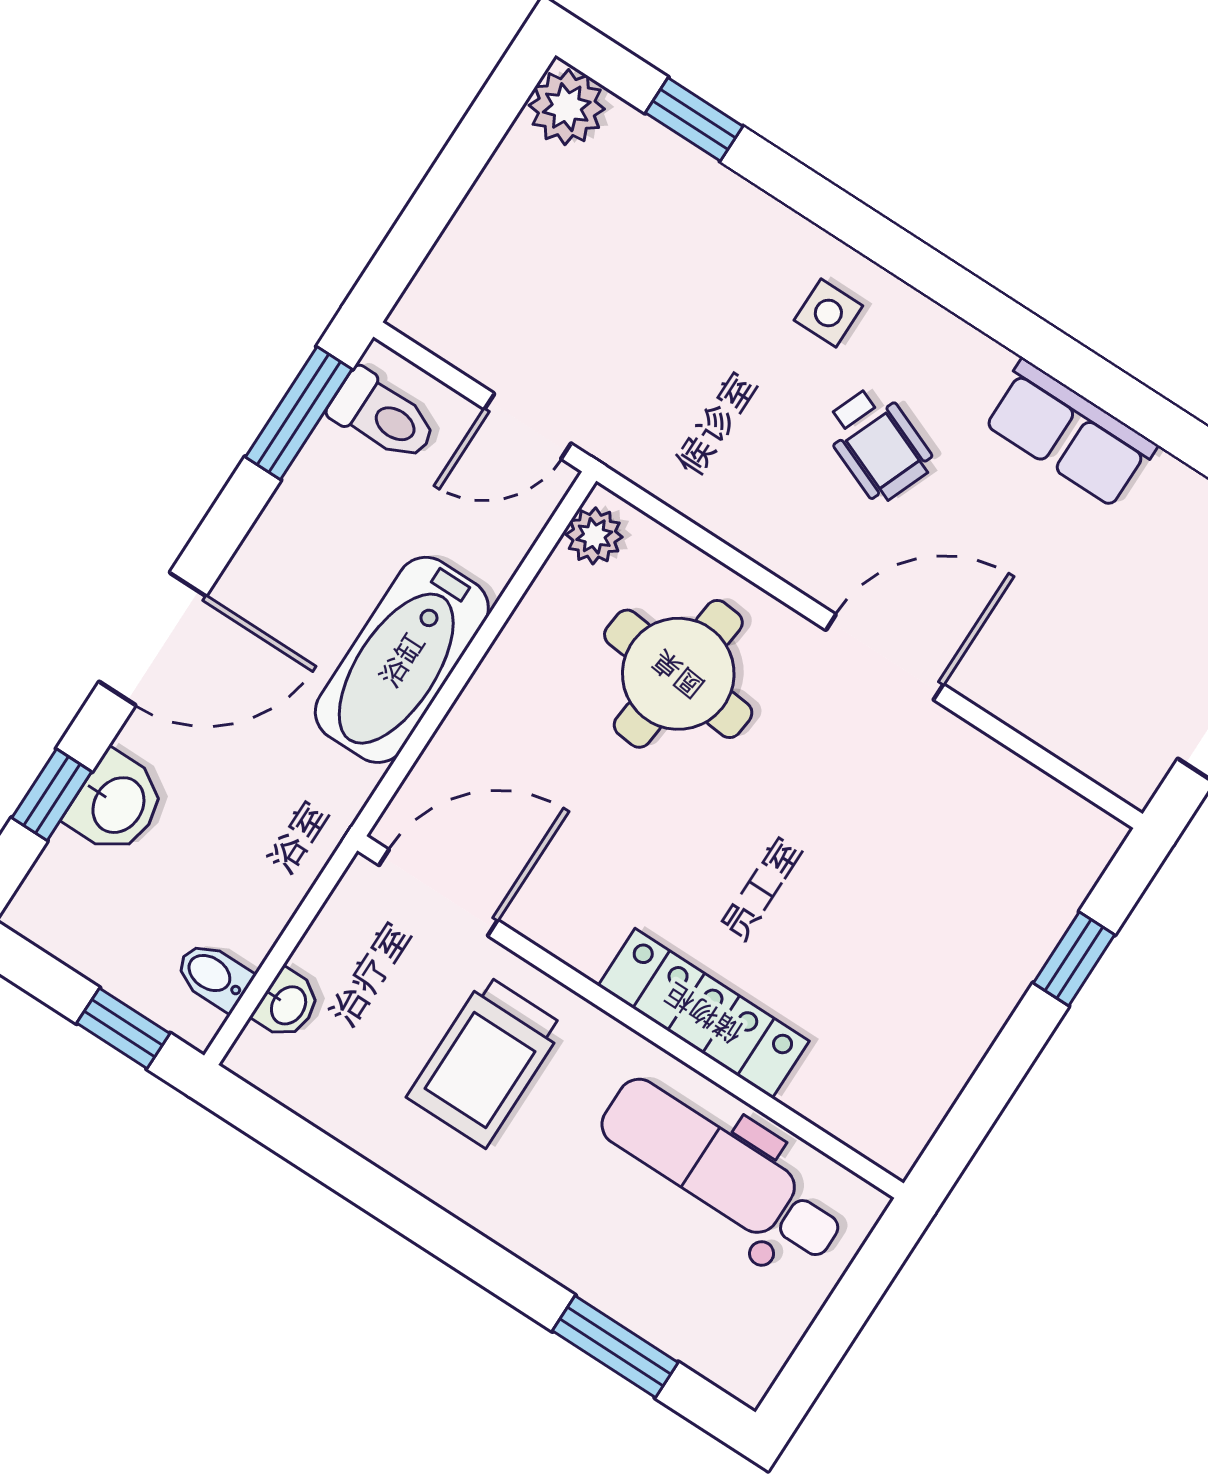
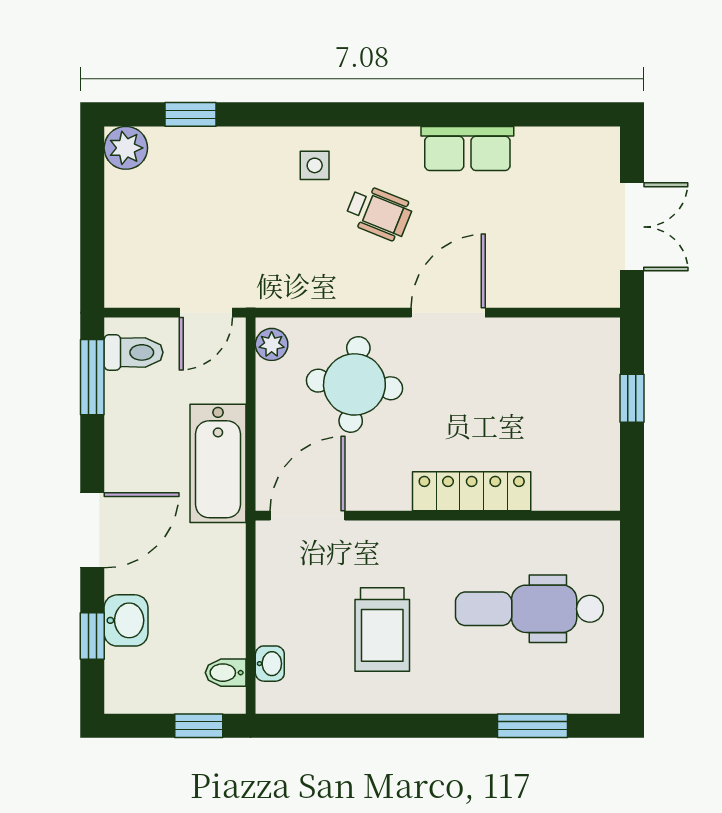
door: (438, 893) -> (308, 516), moved
locker: (704, 1013) -> (472, 491), moved
wall: (630, 1017) -> (438, 516), moved

